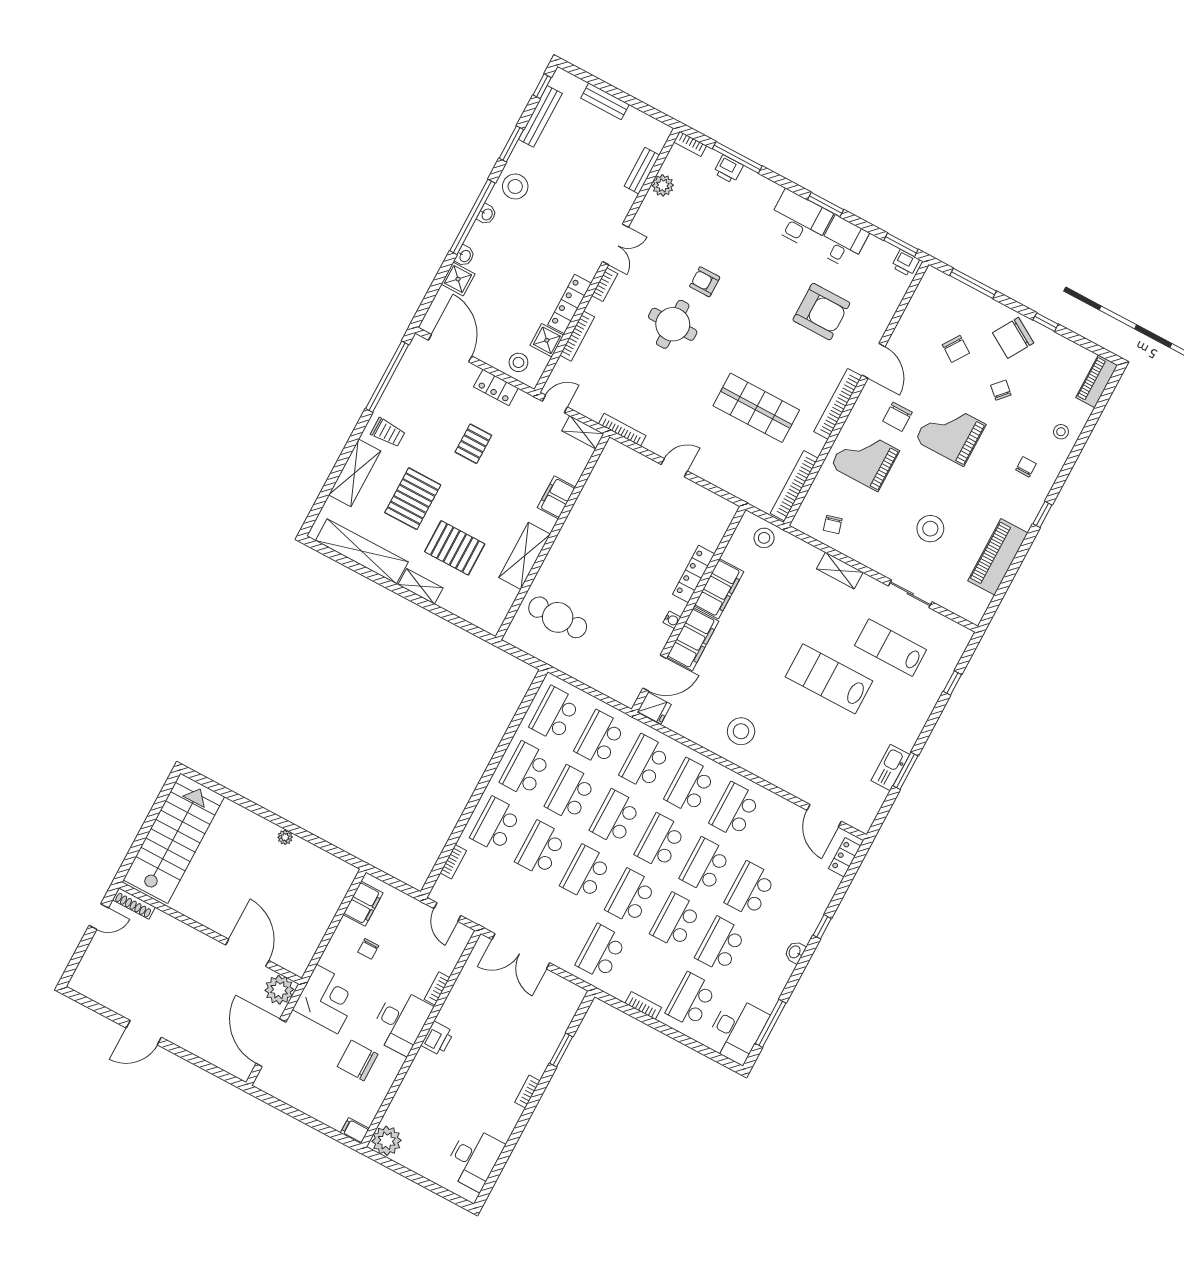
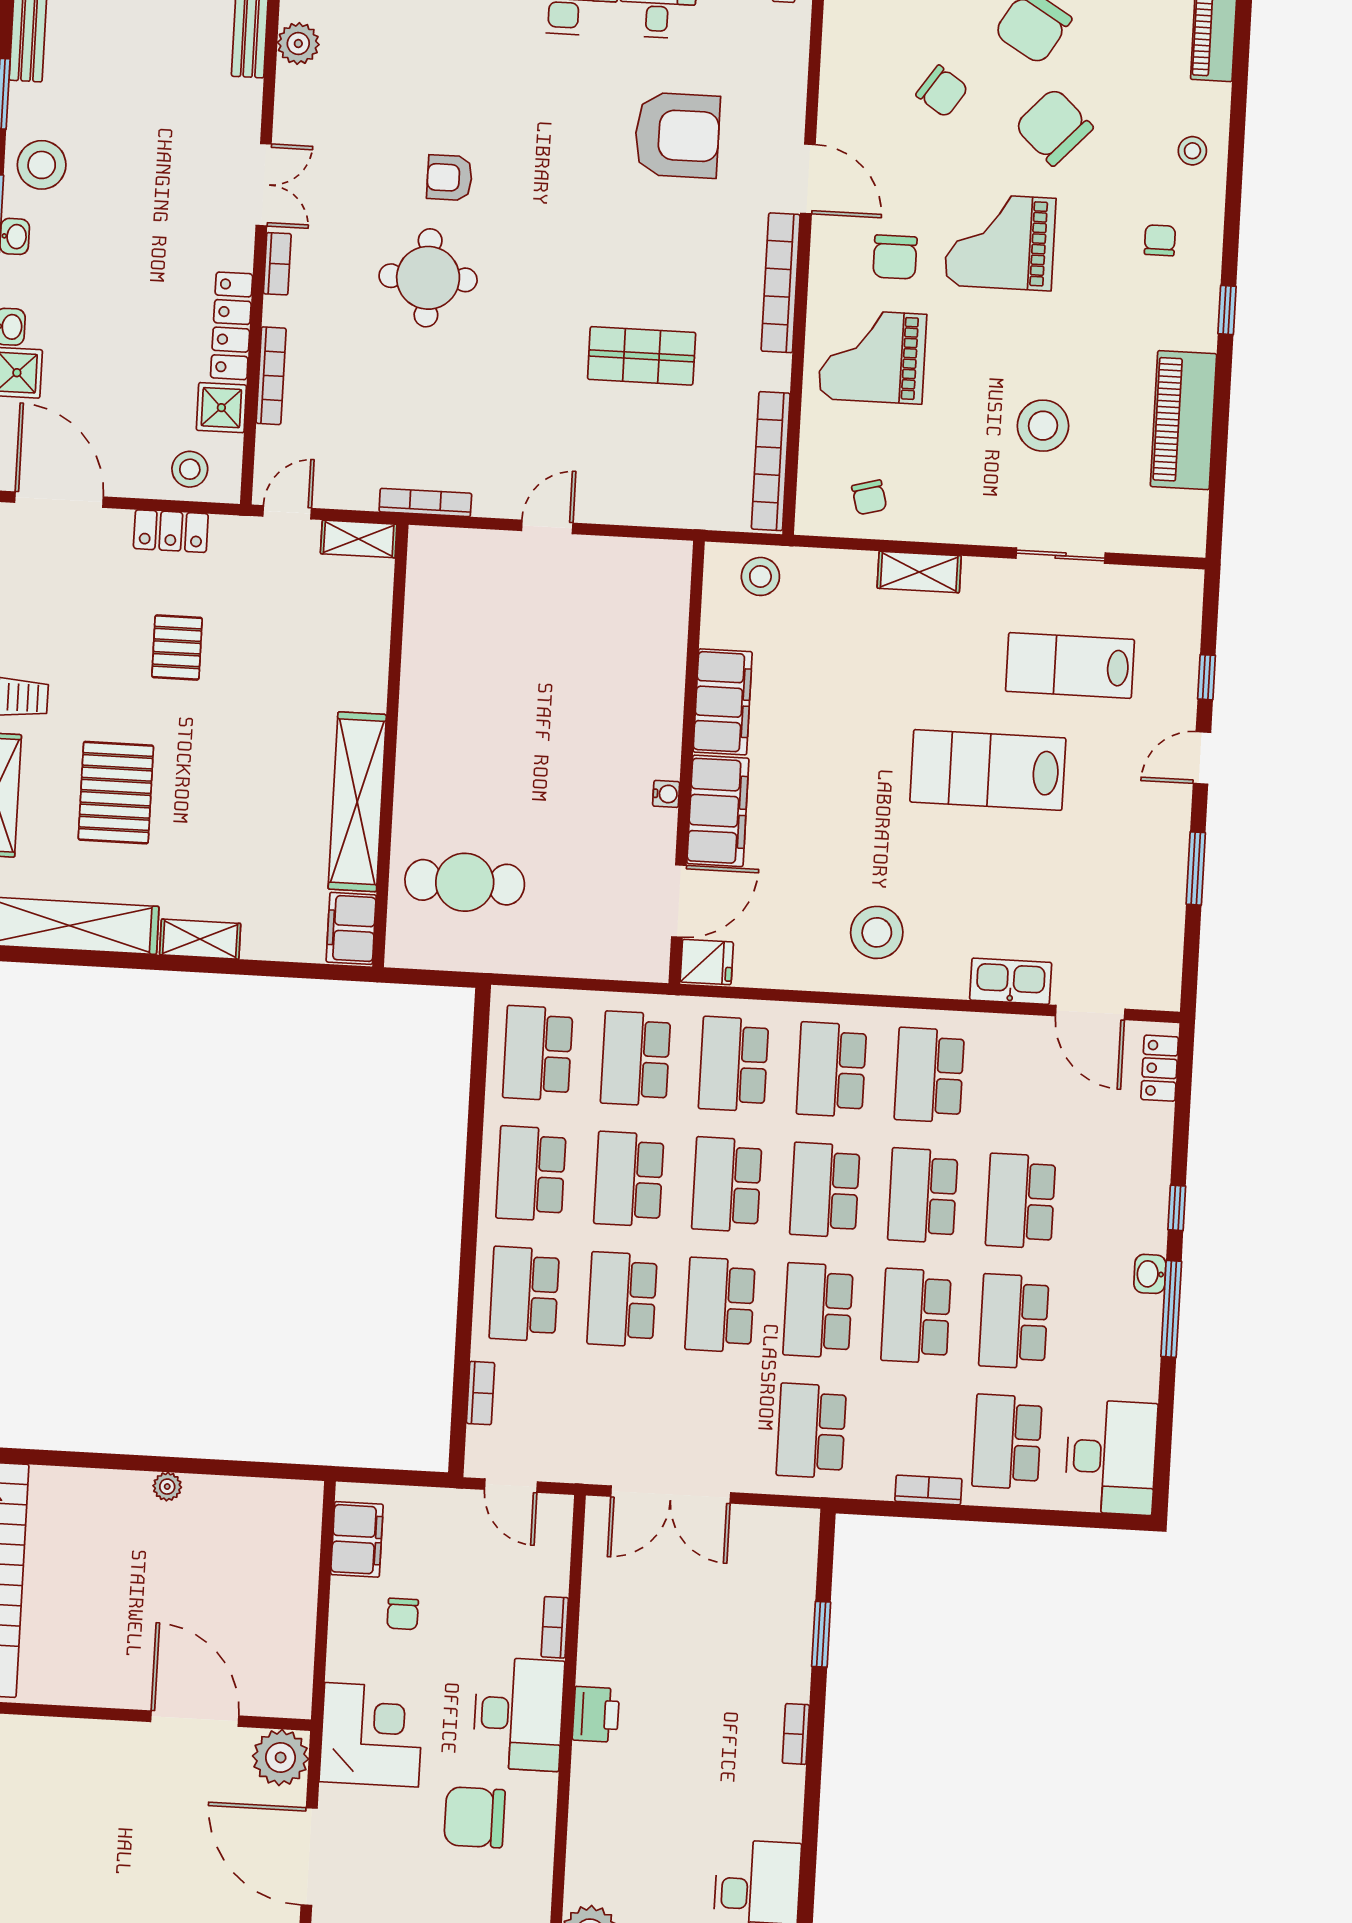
chair: (1001, 390) -> (1054, 127), width x1.87, depth x1.87
shop shelf: (756, 408) -> (642, 356), width x0.70, depth x0.74
filing cabinet: (556, 497) -> (351, 928), moved
pallet: (455, 548) -> (229, 844), removed
shelving: (525, 556) -> (357, 802), width x1.47
locker: (694, 574) -> (667, 697), removed
door: (933, 720) -> (1202, 758), added
kitchen sink: (890, 767) -> (1011, 981), moved, turned 90
window: (771, 1023) -> (1171, 1309), moved

